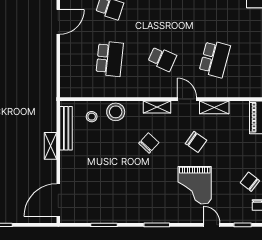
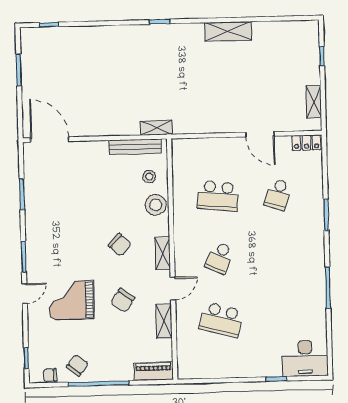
shelving: (50, 146) -> (156, 128), moved
door: (212, 225) -> (25, 294), moved

